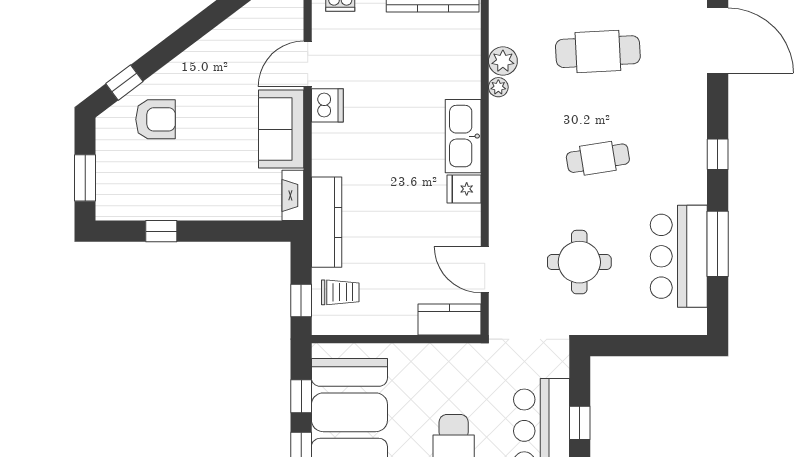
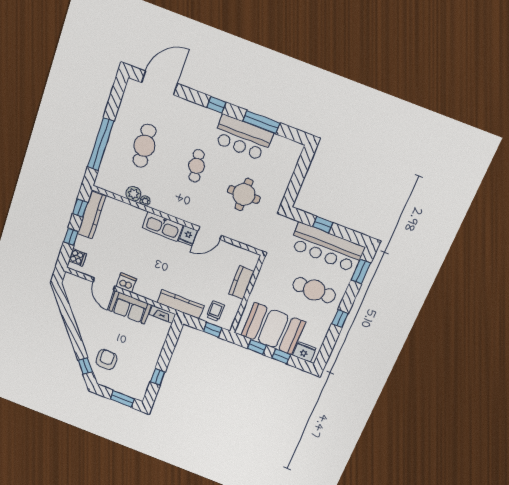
bar counter: (679, 256) -> (243, 138), moved
door: (485, 270) -> (210, 233), moved
kitchen counter: (449, 320) -> (241, 283), moved

